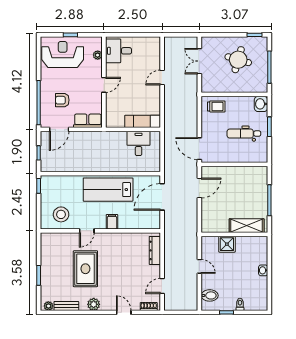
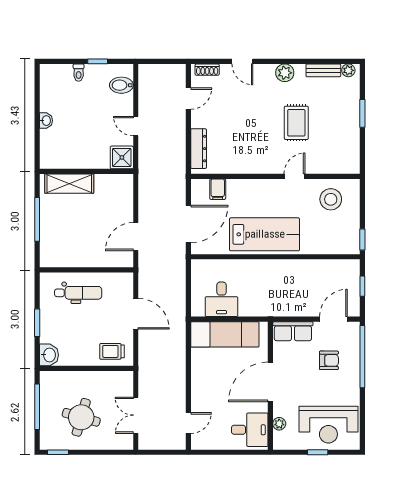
double door: (199, 61) -> (136, 415), swing flipped
door: (162, 78) -> (188, 423), moved
door: (104, 85) -> (270, 382), width x1.87
exam couch: (143, 121) -> (225, 334), width x1.36, depth x1.45
dental chair: (244, 134) -> (78, 293), moved
door: (199, 149) -> (136, 314), moved
filing cabinet: (112, 222) -> (218, 189), moved
shower: (227, 244) -> (122, 157), moved
rug: (85, 269) -> (296, 123), width x0.73, depth x0.70

